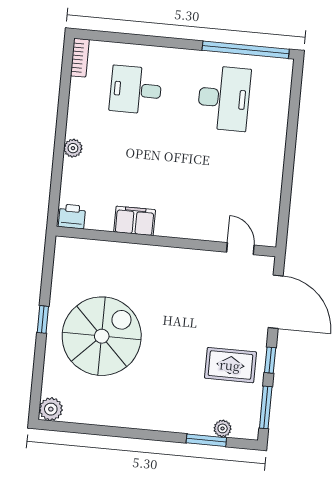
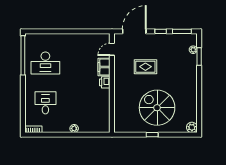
desk: (136, 90) -> (45, 103), turned 180
desk: (224, 98) -> (45, 63), turned 180
printer: (72, 216) -> (105, 82), moved
filing cabinet: (135, 221) -> (104, 67), moved
rug: (230, 365) -> (145, 67), moved, turned 90

